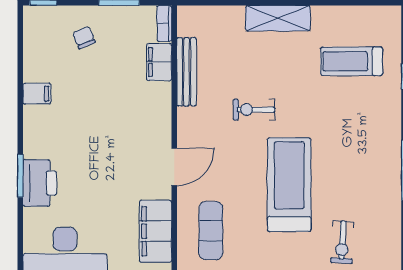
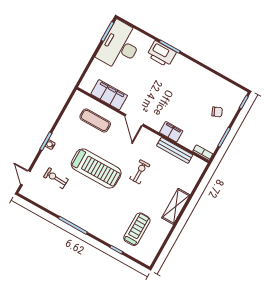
filing cabinet: (159, 62) -> (171, 132), moved
filing cabinet: (37, 94) -> (203, 76), removed

